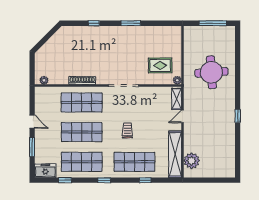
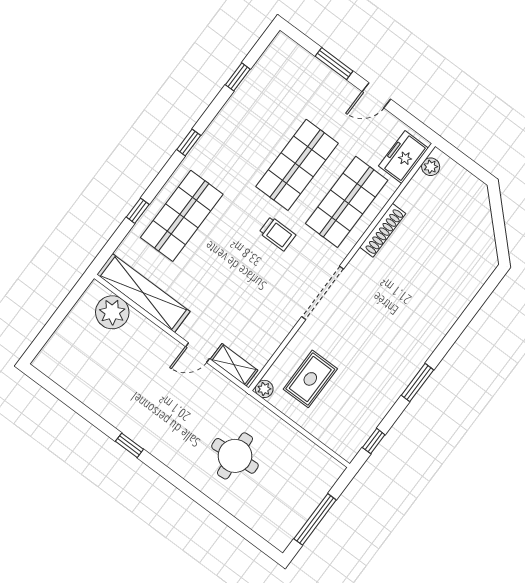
window: (94, 23) -> (374, 441), moved
round table: (211, 72) -> (235, 456), width x0.73, depth x0.73
door: (182, 116) -> (197, 353), swing flipped
trolley: (127, 130) -> (277, 234), moved
shop shelf: (82, 162) -> (248, 128), removed
freezer: (45, 171) -> (403, 157), moved, turned 180

